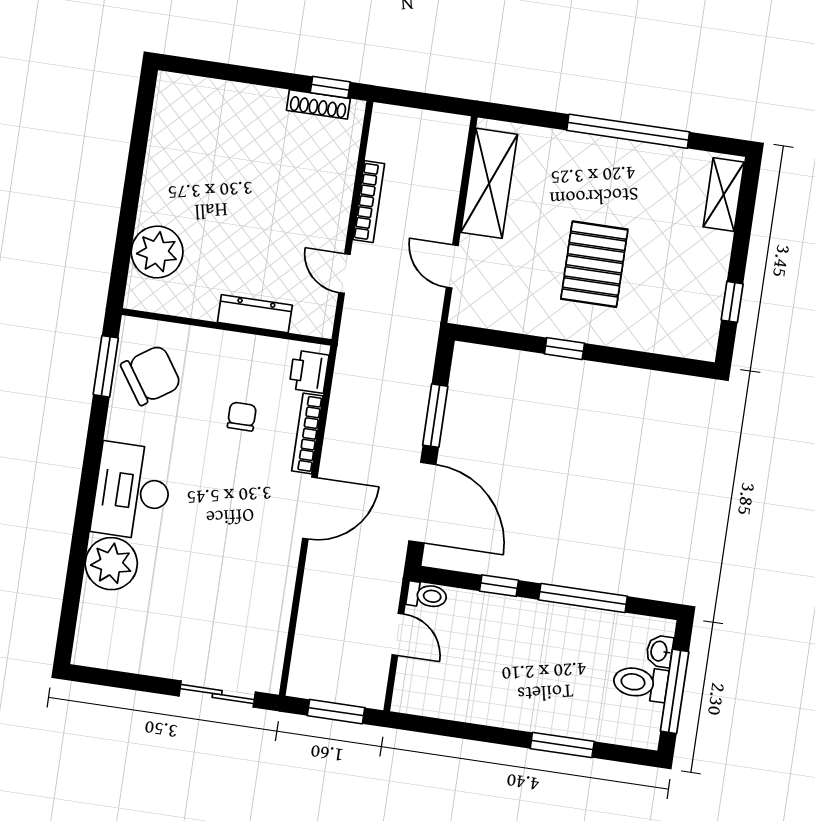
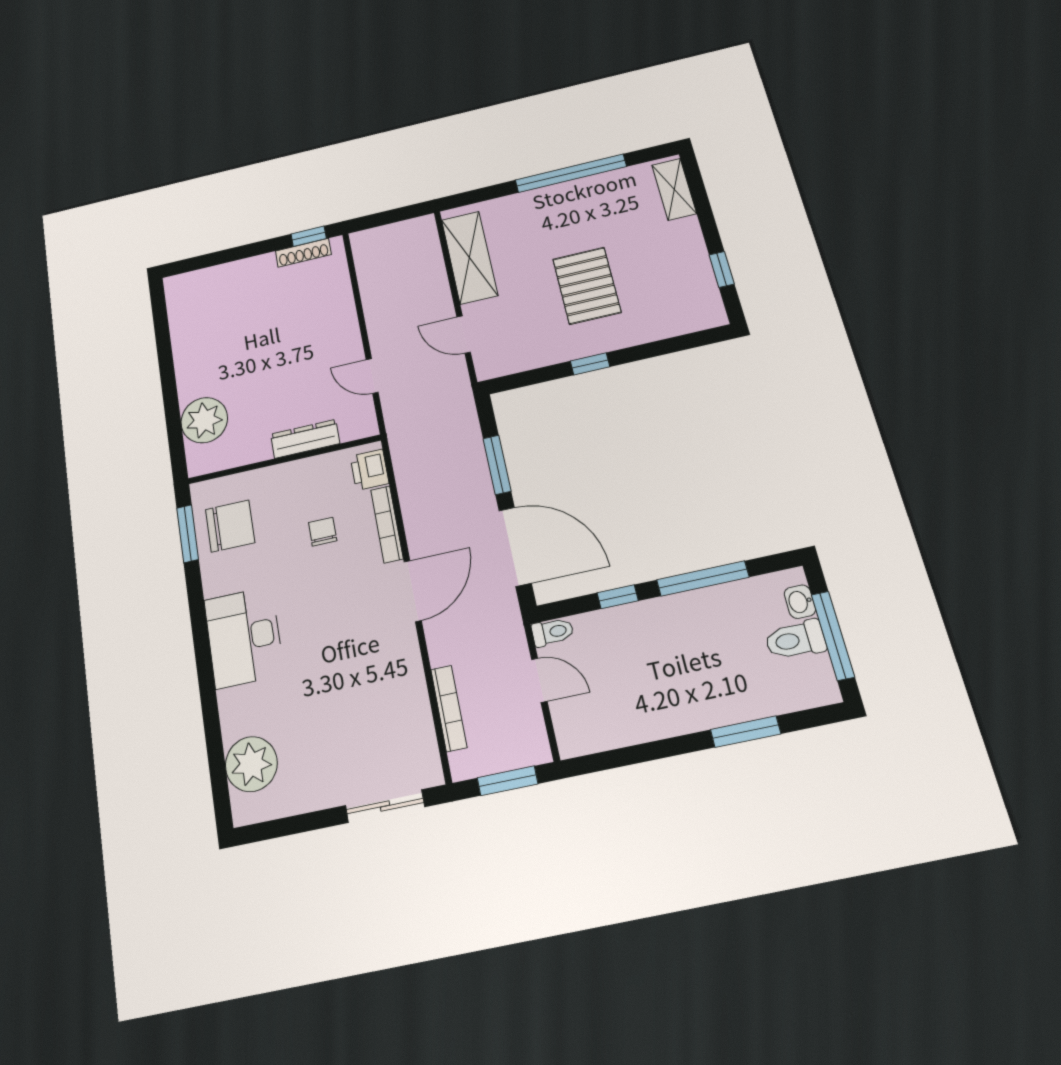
bookcase: (369, 202) -> (449, 708), moved
chair: (151, 375) -> (230, 526), turned 34
plant: (111, 564) -> (251, 764), moved

